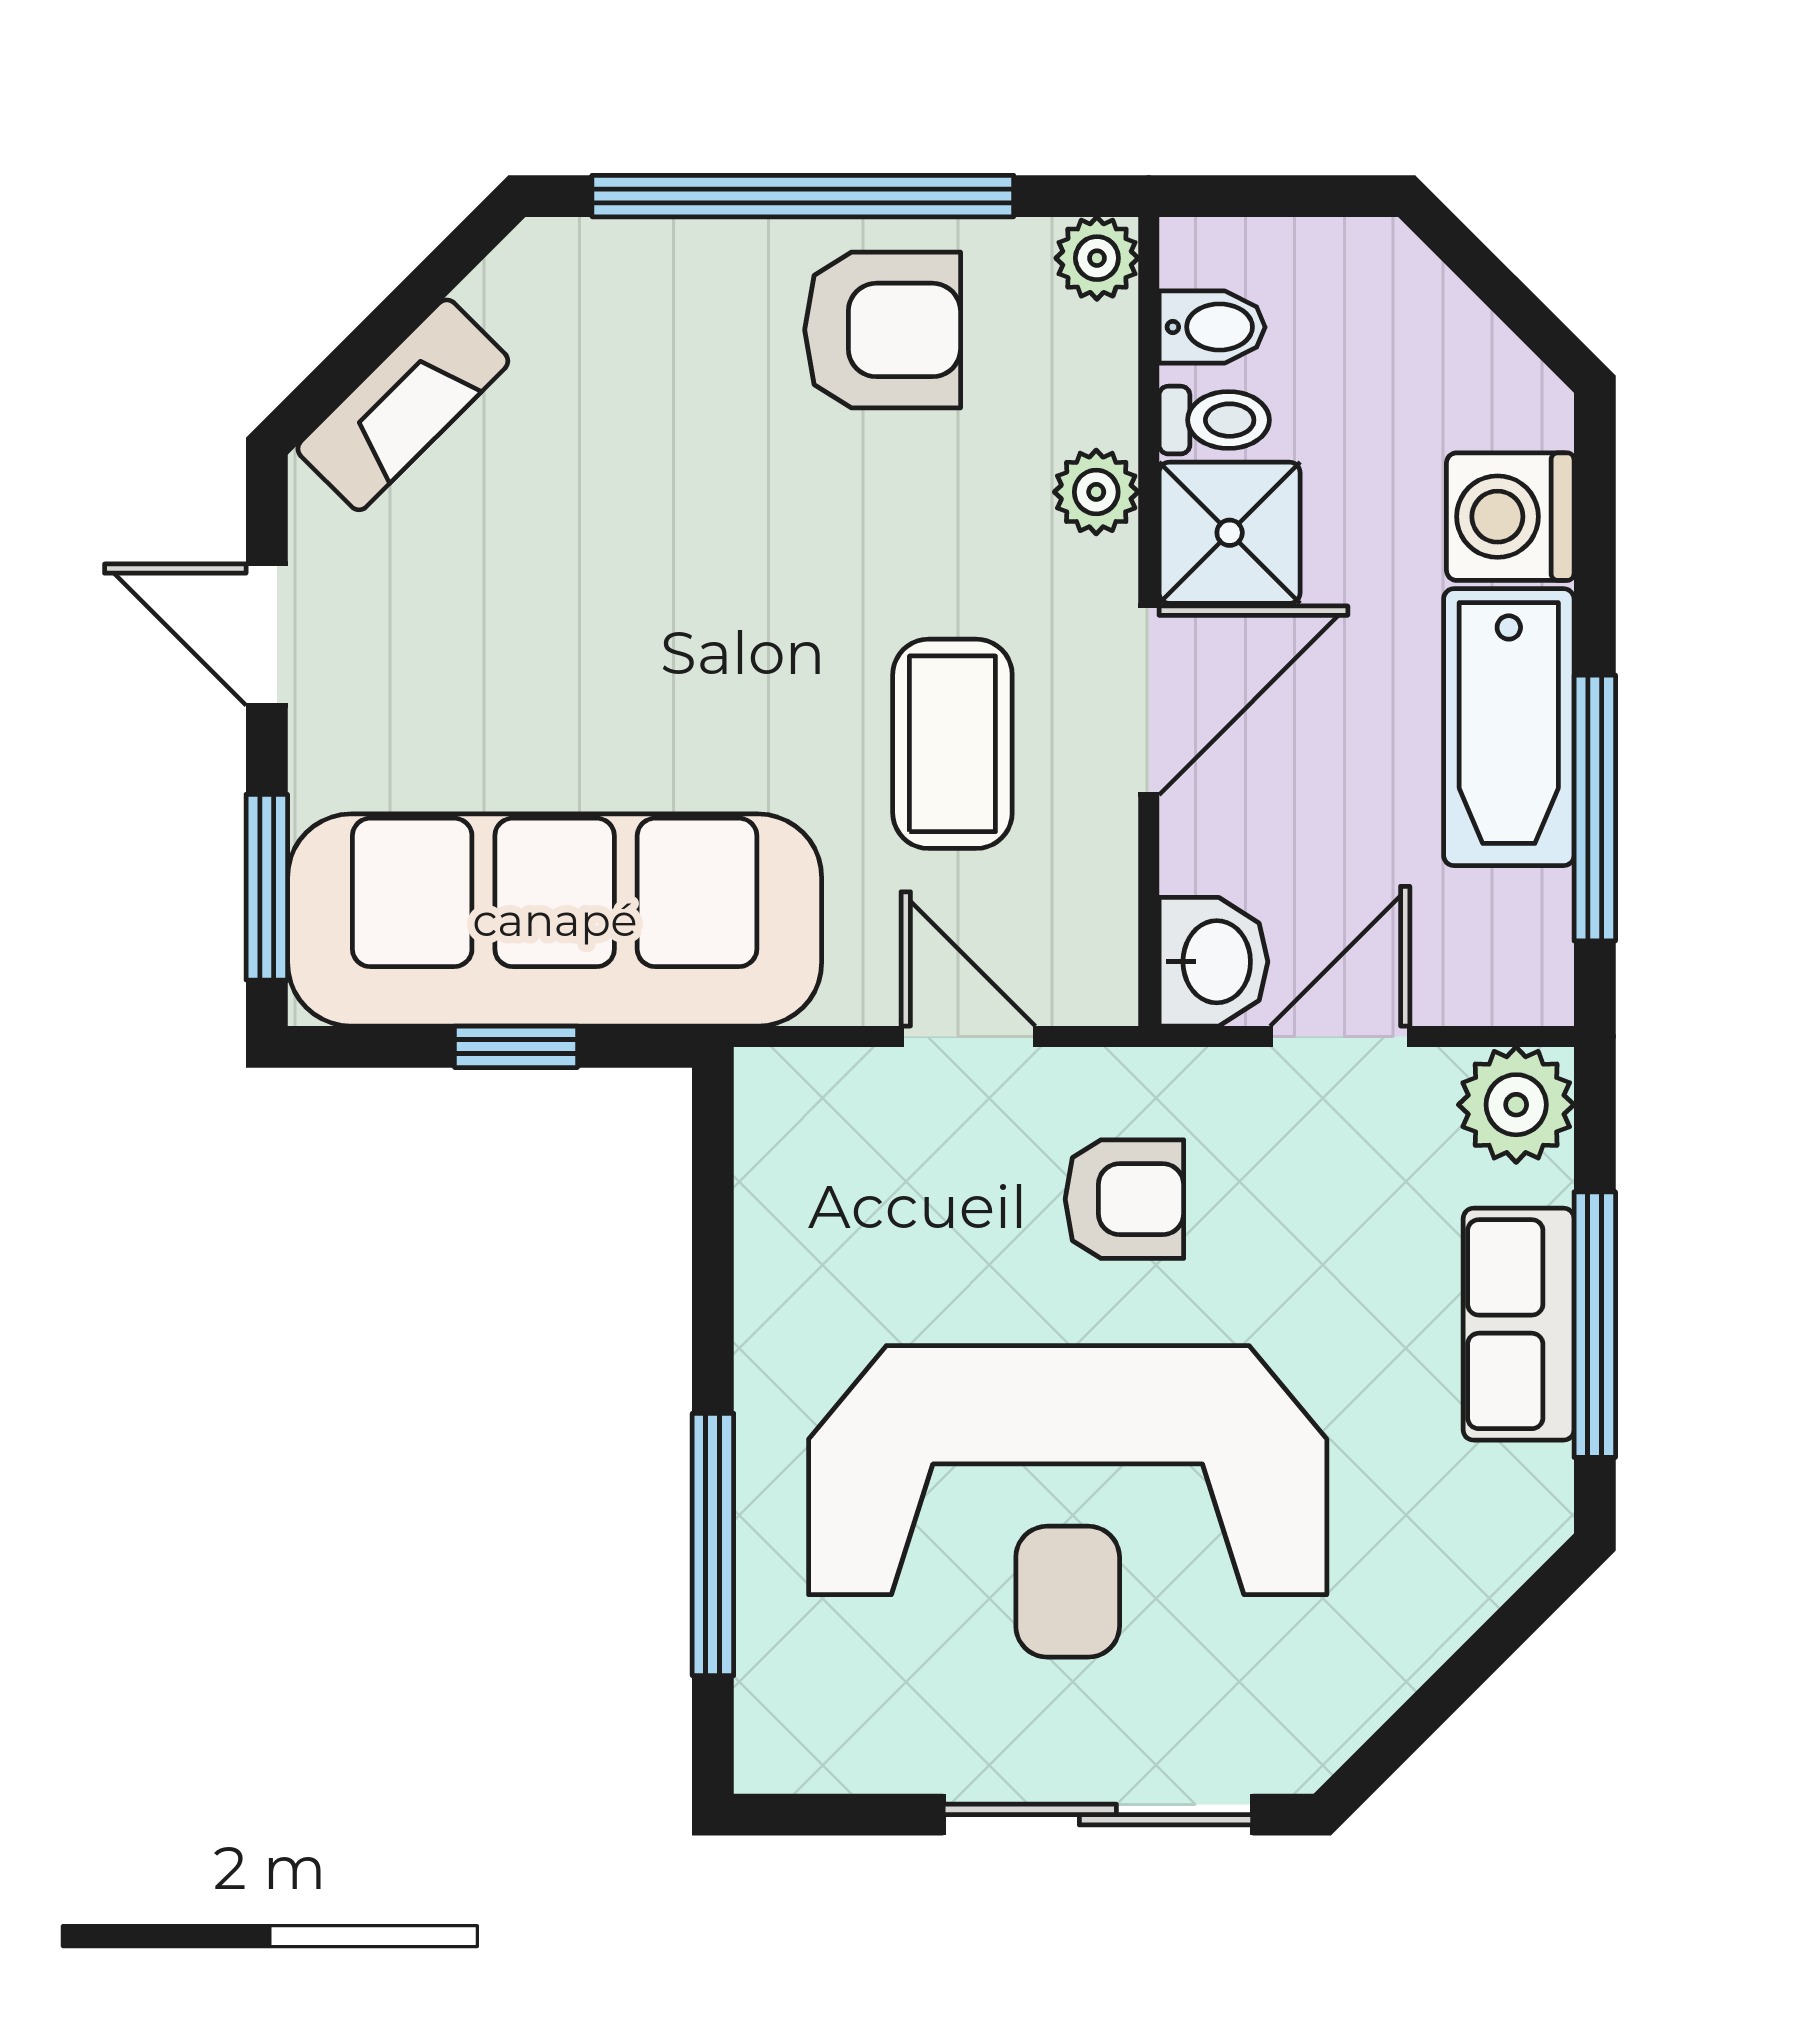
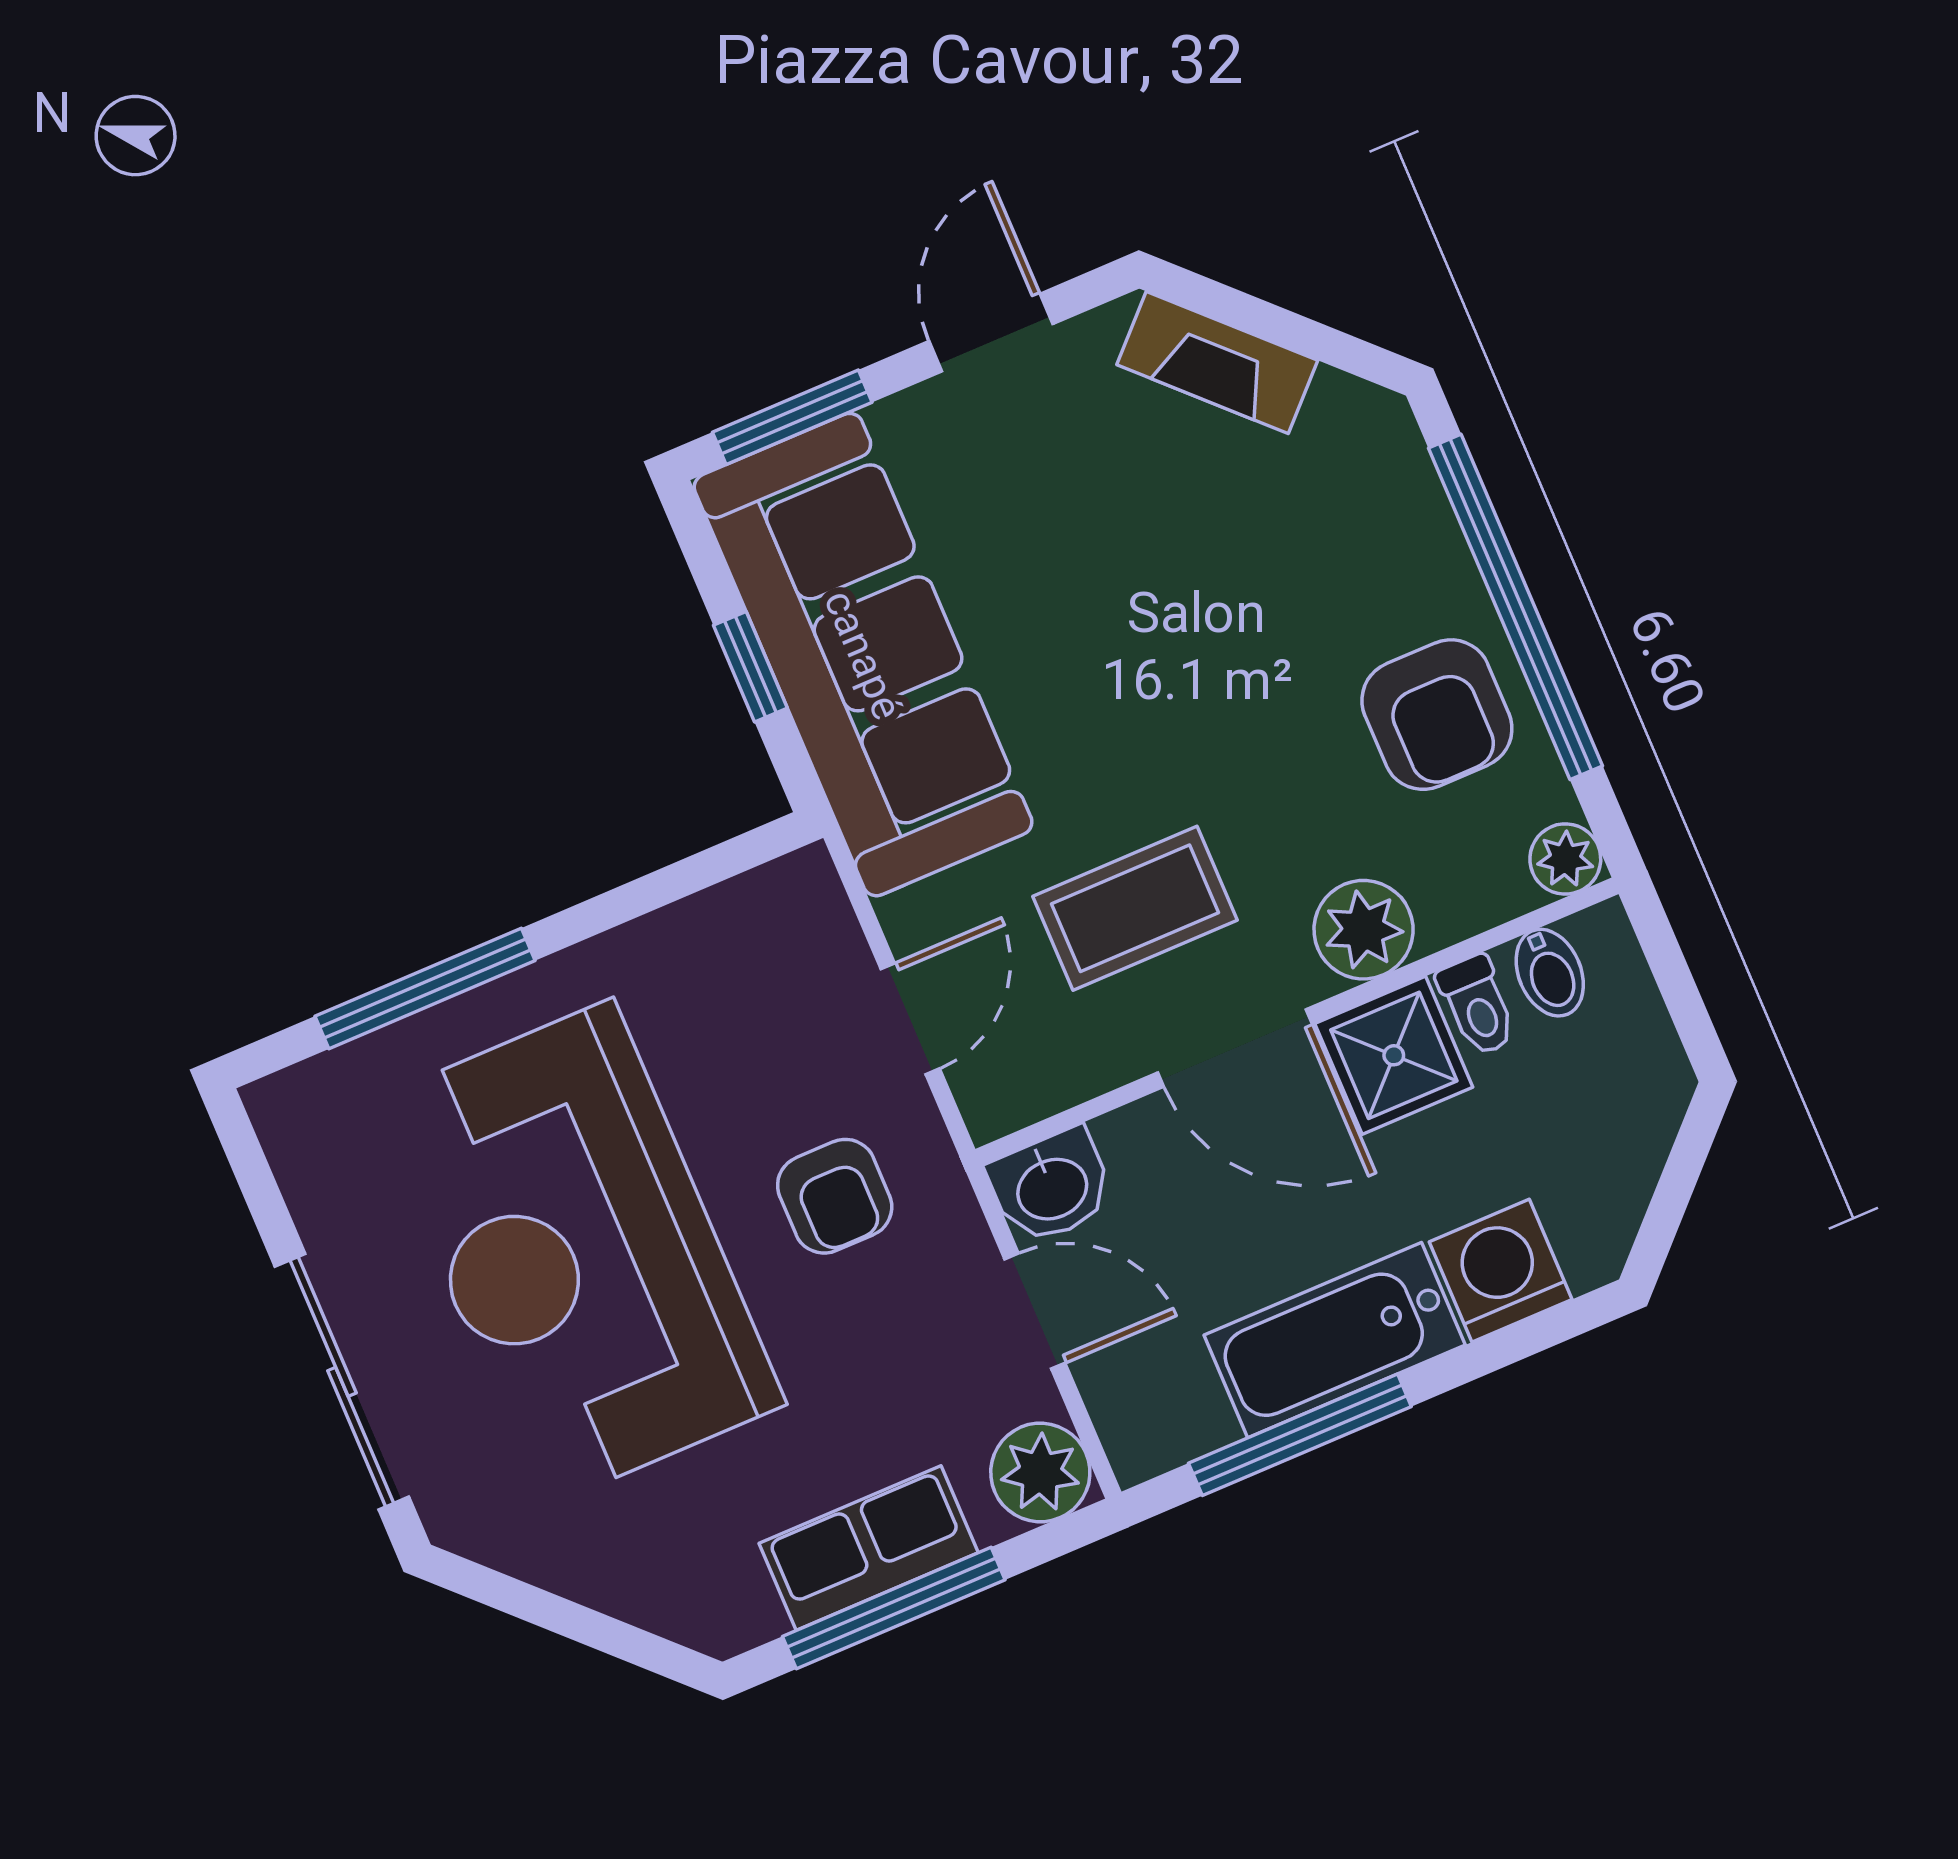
plant: (1096, 492) -> (1364, 930), width x1.38, depth x1.38

